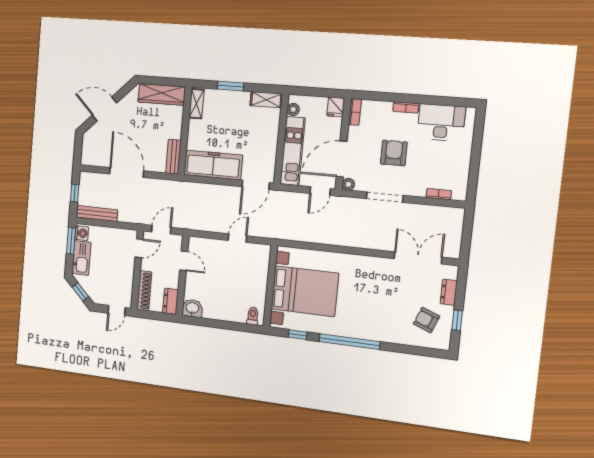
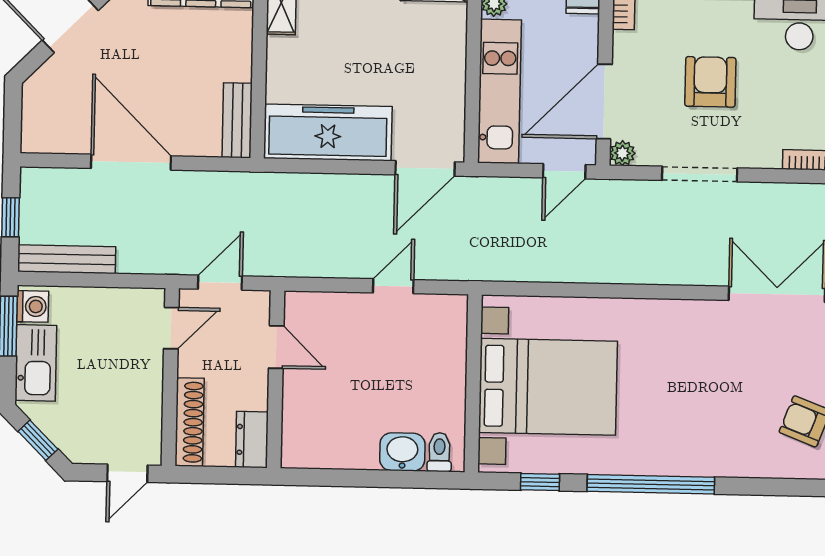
washbasin: (192, 308) -> (402, 452), moved

